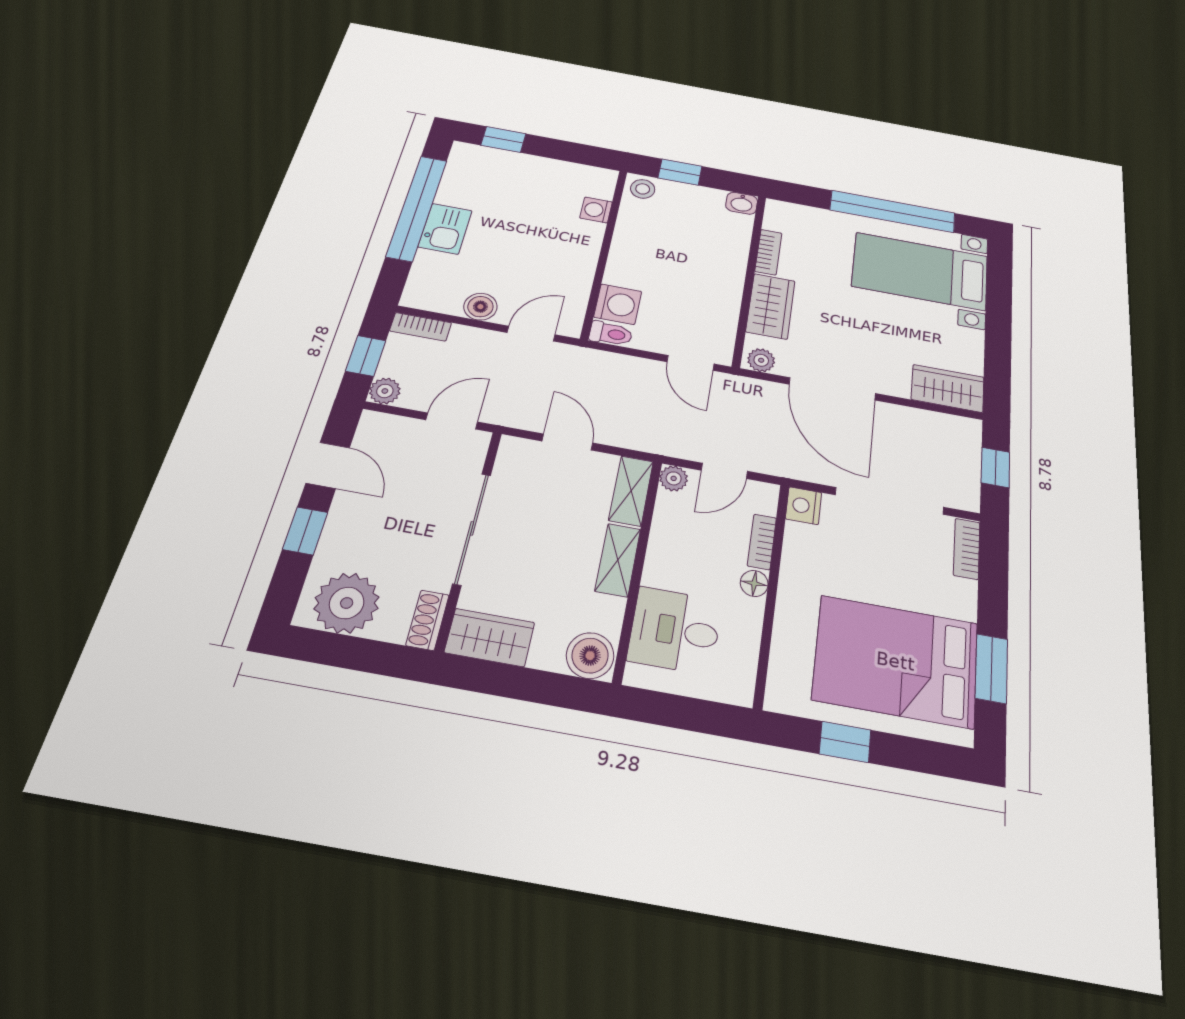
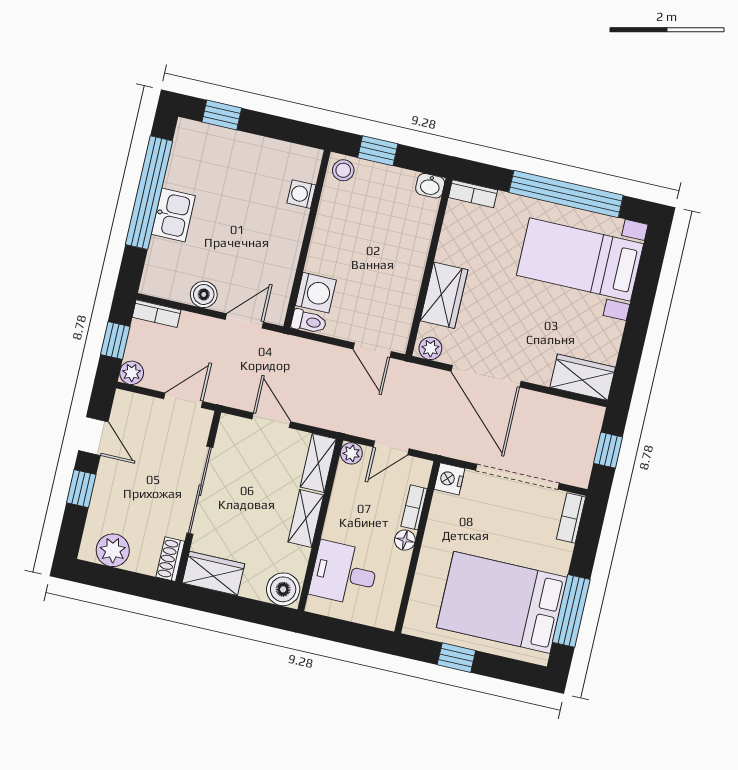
bookcase: (768, 252) -> (473, 194), moved, turned 90
plant: (347, 603) -> (113, 550), width x0.73, depth x0.73
window: (991, 668) -> (571, 611), width x1.44

